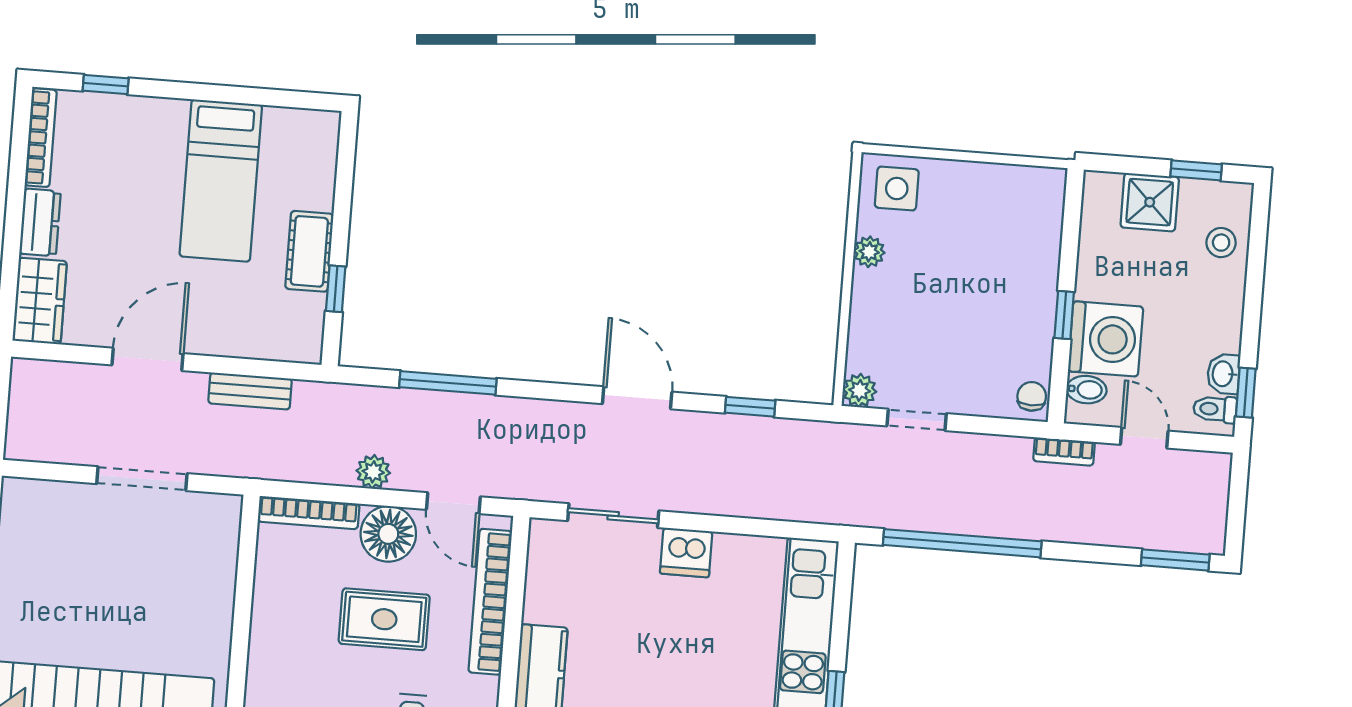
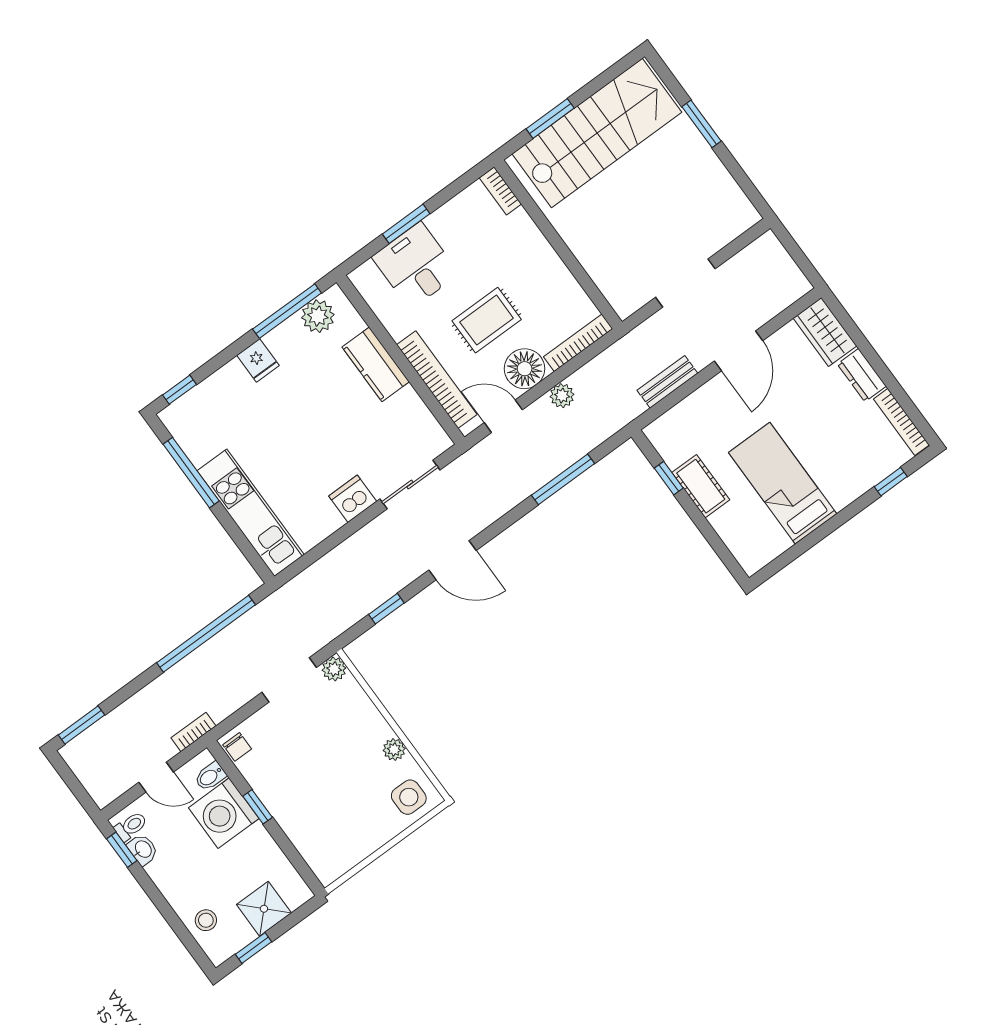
doorway: (917, 420) -> (289, 680), width x1.38

